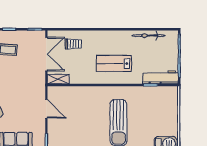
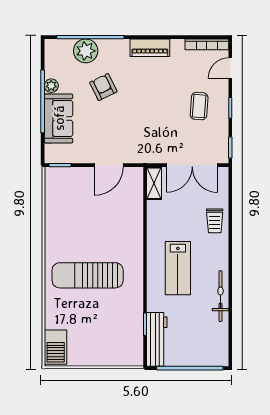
bicycle: (149, 36) -> (220, 296), moved
trolley: (73, 44) -> (215, 221), moved
lab bench: (114, 64) -> (178, 268), turned 180

